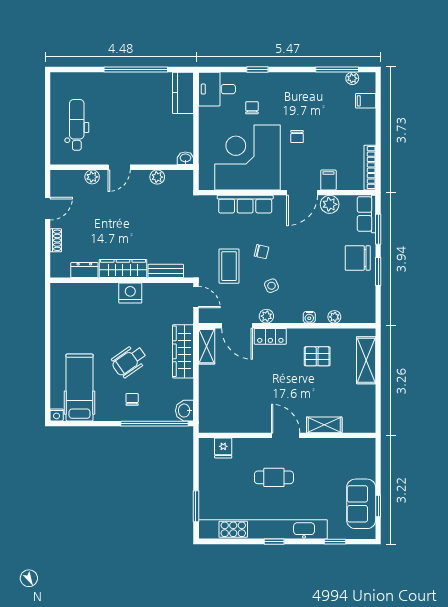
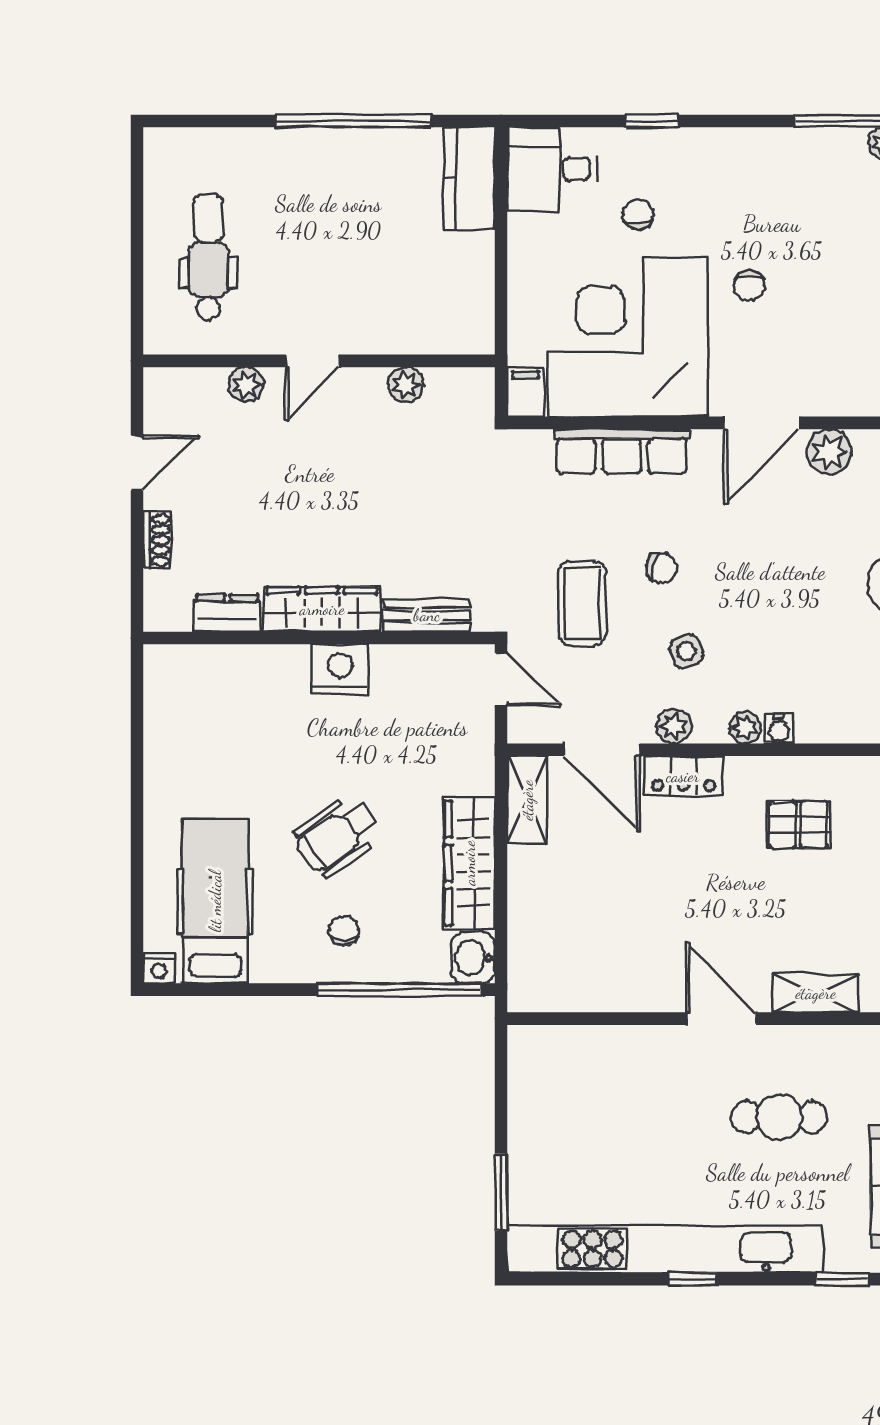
washbasin: (185, 158) -> (475, 339), removed
filing cabinet: (328, 180) -> (526, 392), moved
plant: (334, 317) -> (745, 728), moved
wardrobe: (183, 351) -> (469, 863), moved
fridge: (223, 448) -> (568, 1050), removed
cafe table: (274, 477) -> (779, 1117), moved

